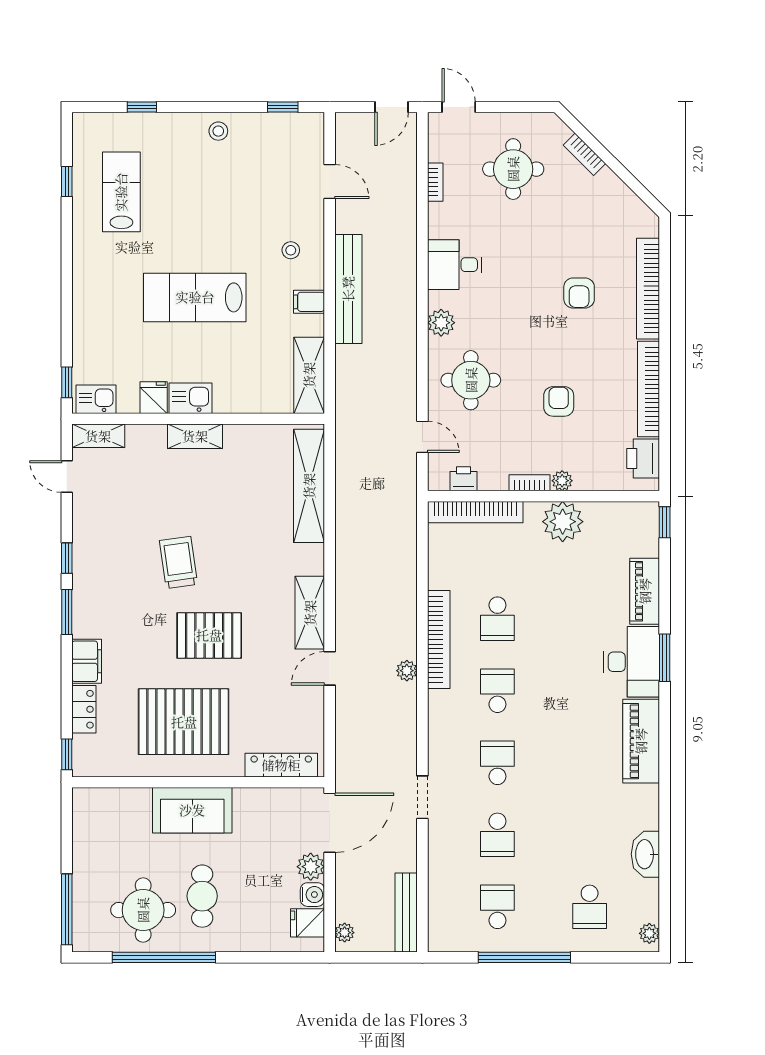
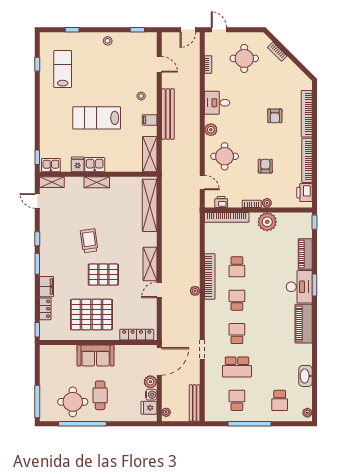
school desk: (497, 835) -> (237, 367), width x1.85

